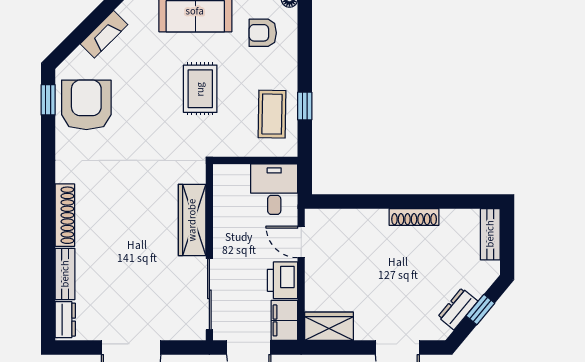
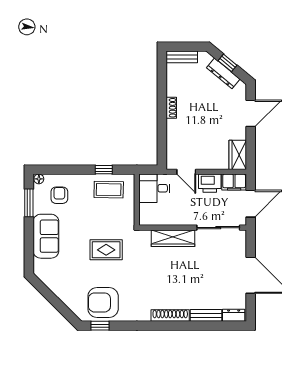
armchair: (263, 33) -> (59, 195), turned 180
fireplace: (104, 34) -> (60, 292), removed
rug: (200, 89) -> (106, 250), moved
shoe rack: (414, 217) -> (171, 108), width x0.70
door: (301, 242) -> (186, 172), hinge flipped
dresser: (458, 309) -> (223, 73), width x1.44

